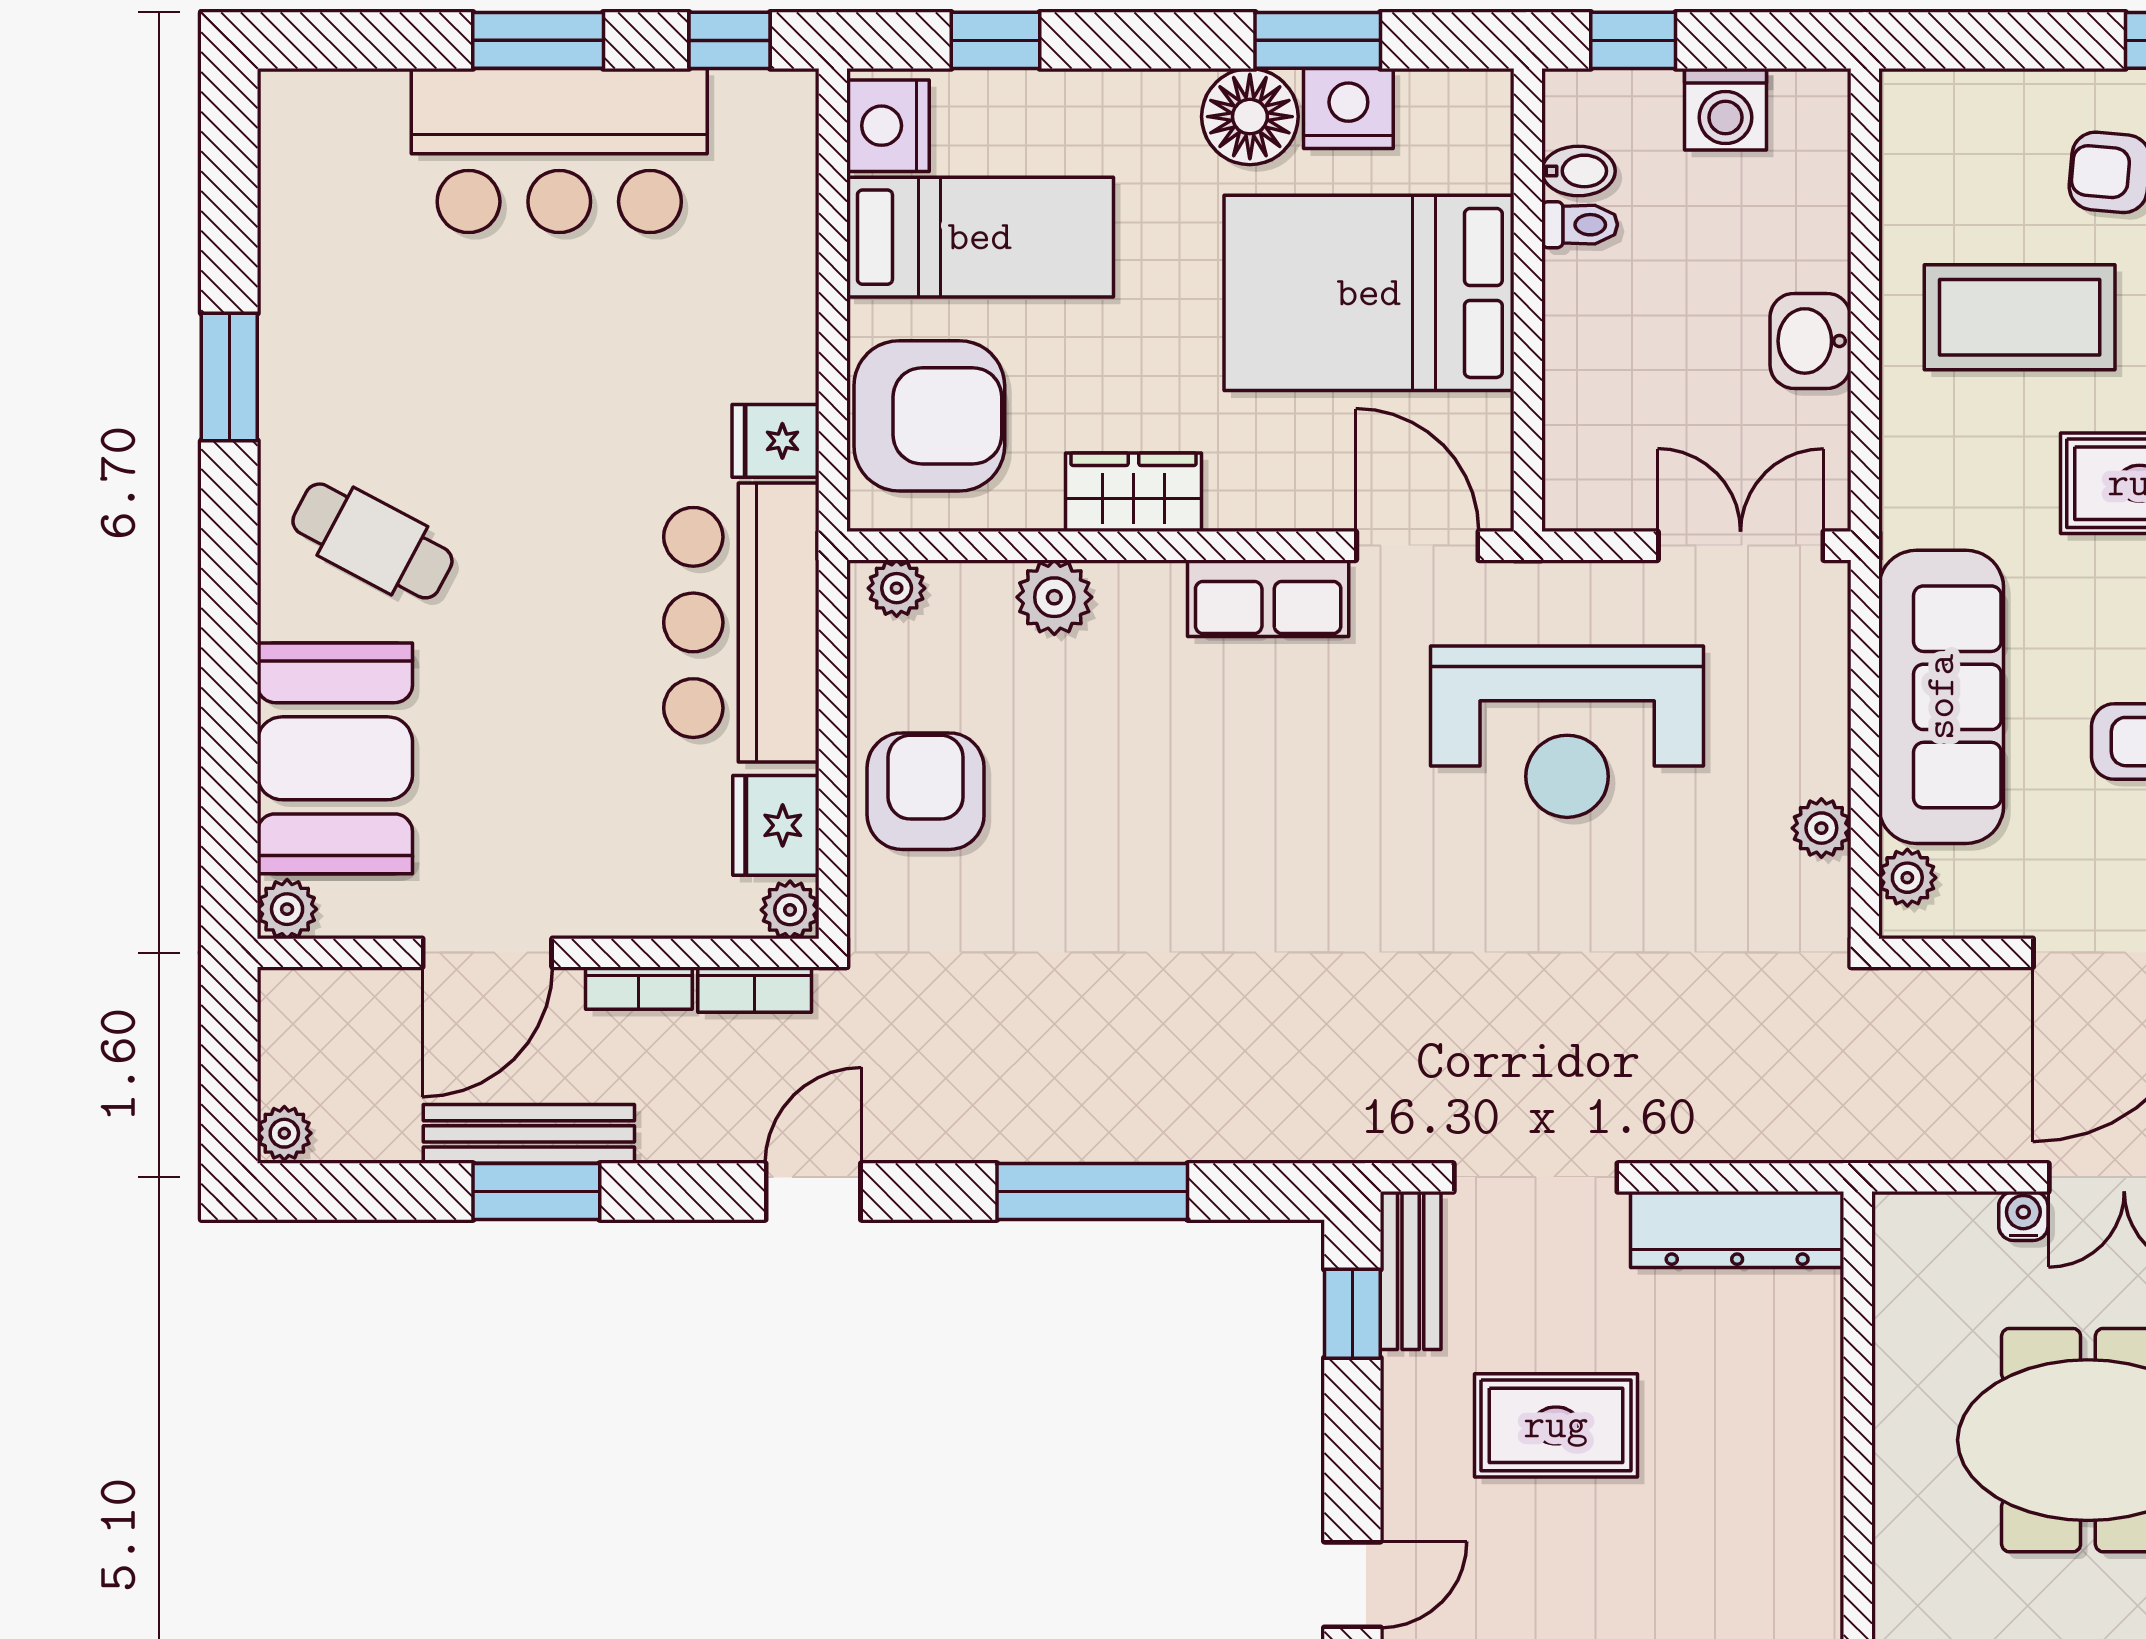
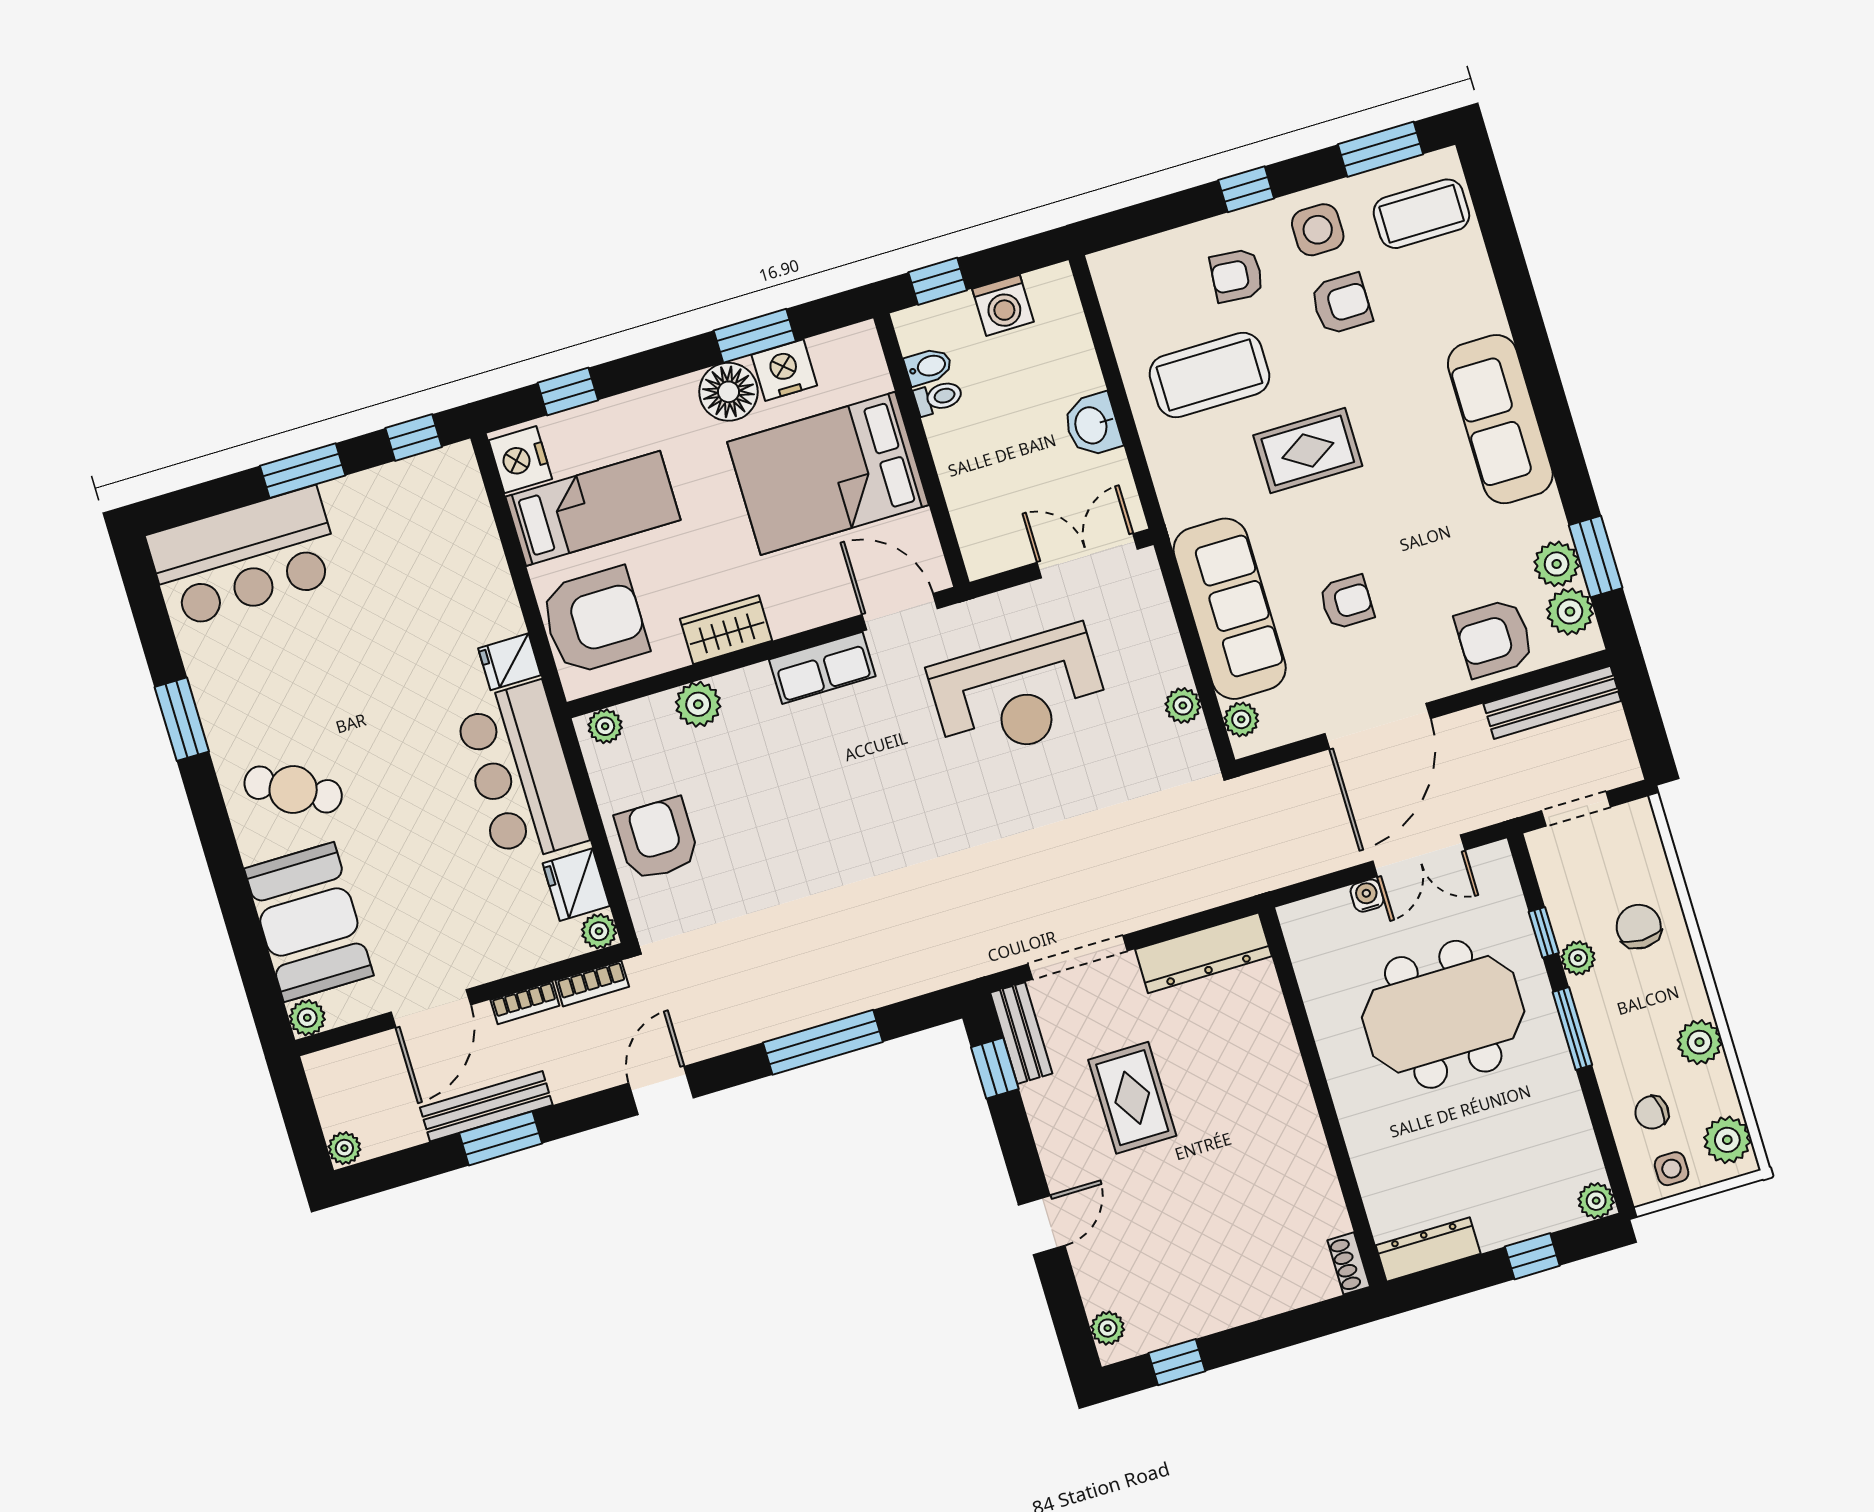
bar counter: (559, 151) -> (245, 557), moved
rug: (1556, 1425) -> (1132, 1098), turned 90

